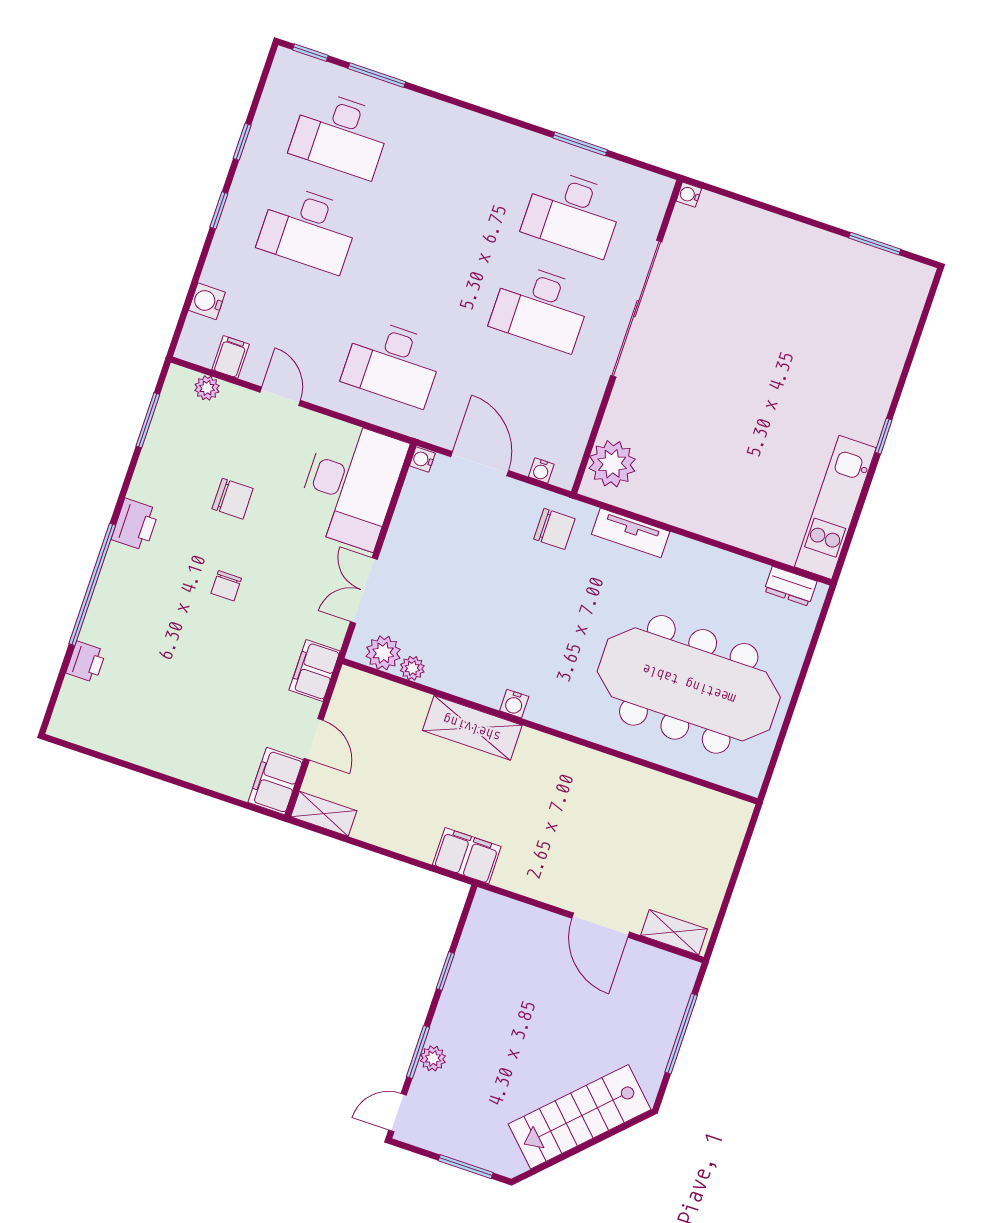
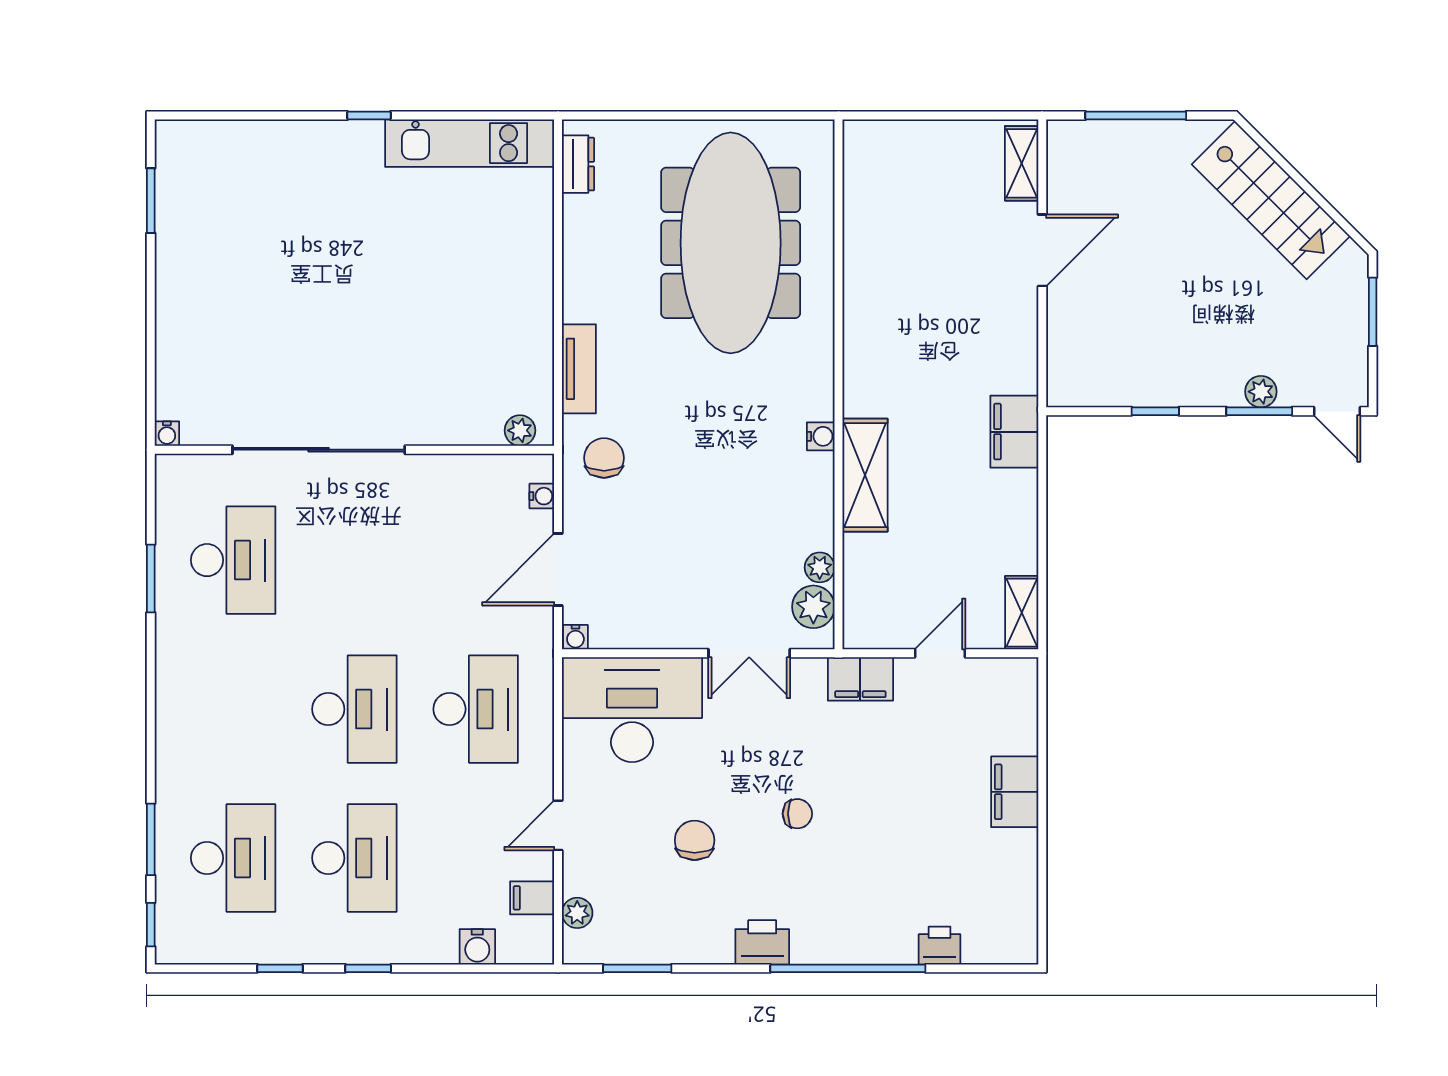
desk: (541, 307) -> (354, 709), moved
plant: (612, 464) -> (520, 430), width x0.53, depth x0.53
filing cabinet: (276, 781) -> (1015, 792), moved, turned 90

